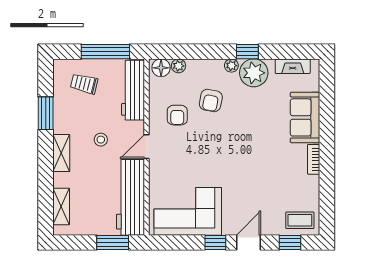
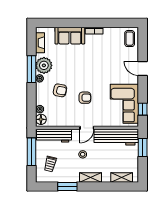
window: (247, 52) -> (31, 69), width x2.17
armchair: (177, 115) -> (85, 98), moved
door: (146, 147) -> (87, 128), hinge flipped
window: (215, 242) -> (143, 109), moved
window: (290, 242) -> (143, 44), removed

